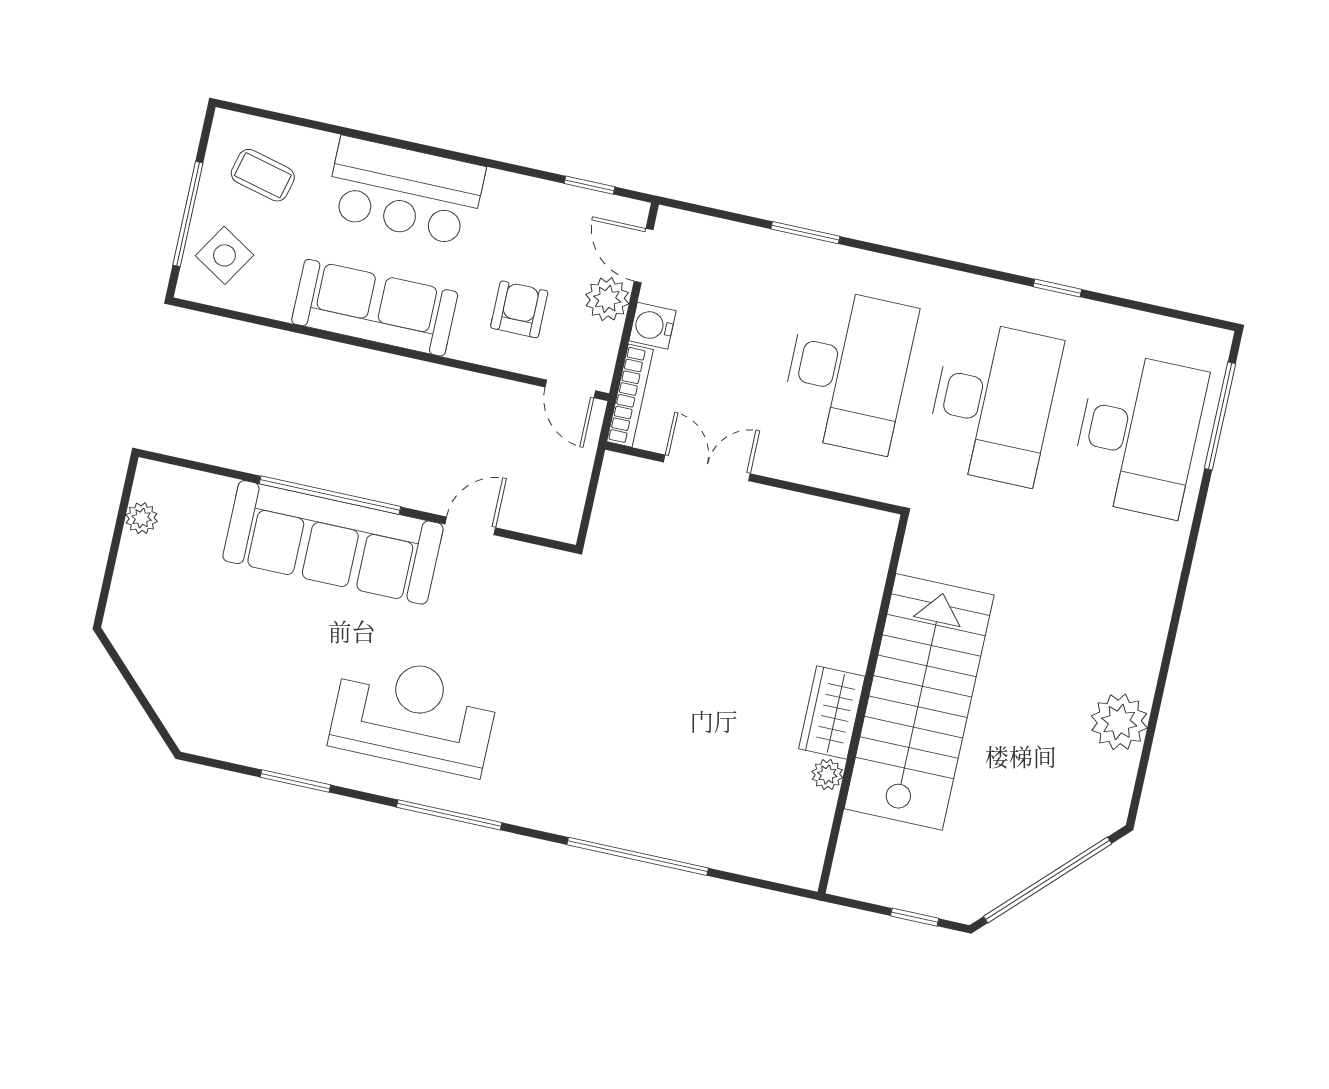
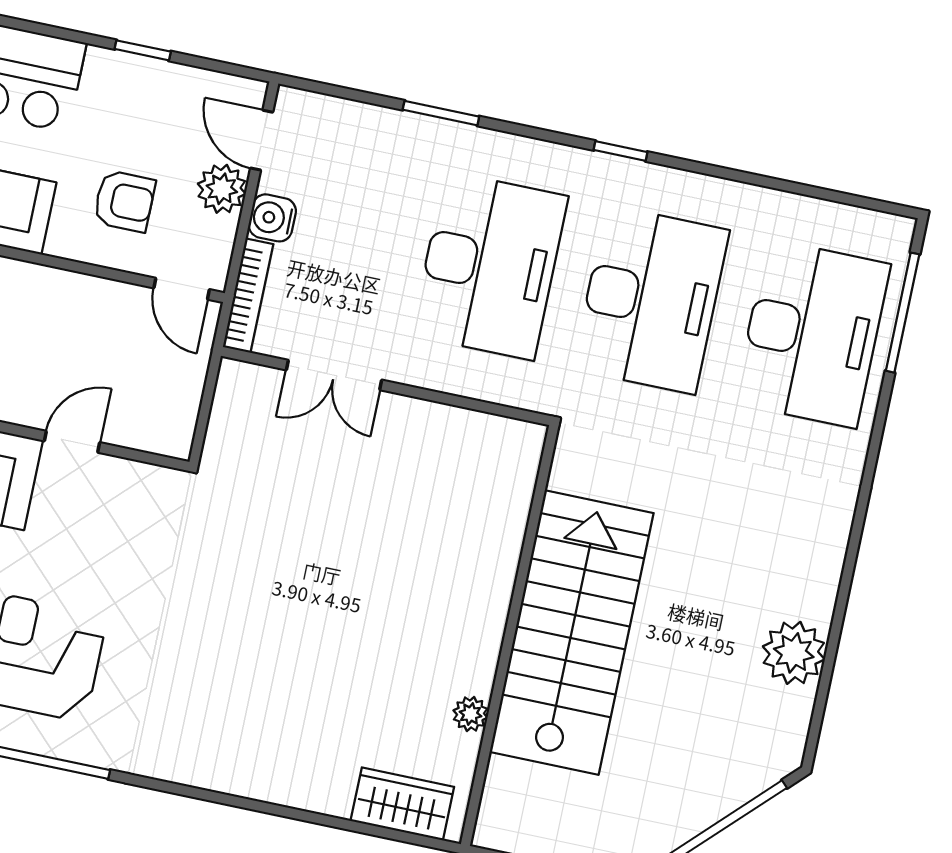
window: (589, 185) -> (143, 50), moved
window: (1057, 288) -> (621, 151), moved
armchair: (519, 309) -> (124, 201), turned 90
double door: (707, 468) -> (334, 375), swing flipped
wardrobe: (832, 713) -> (402, 804), moved, turned 90
window: (638, 856) -> (261, 807), removed

